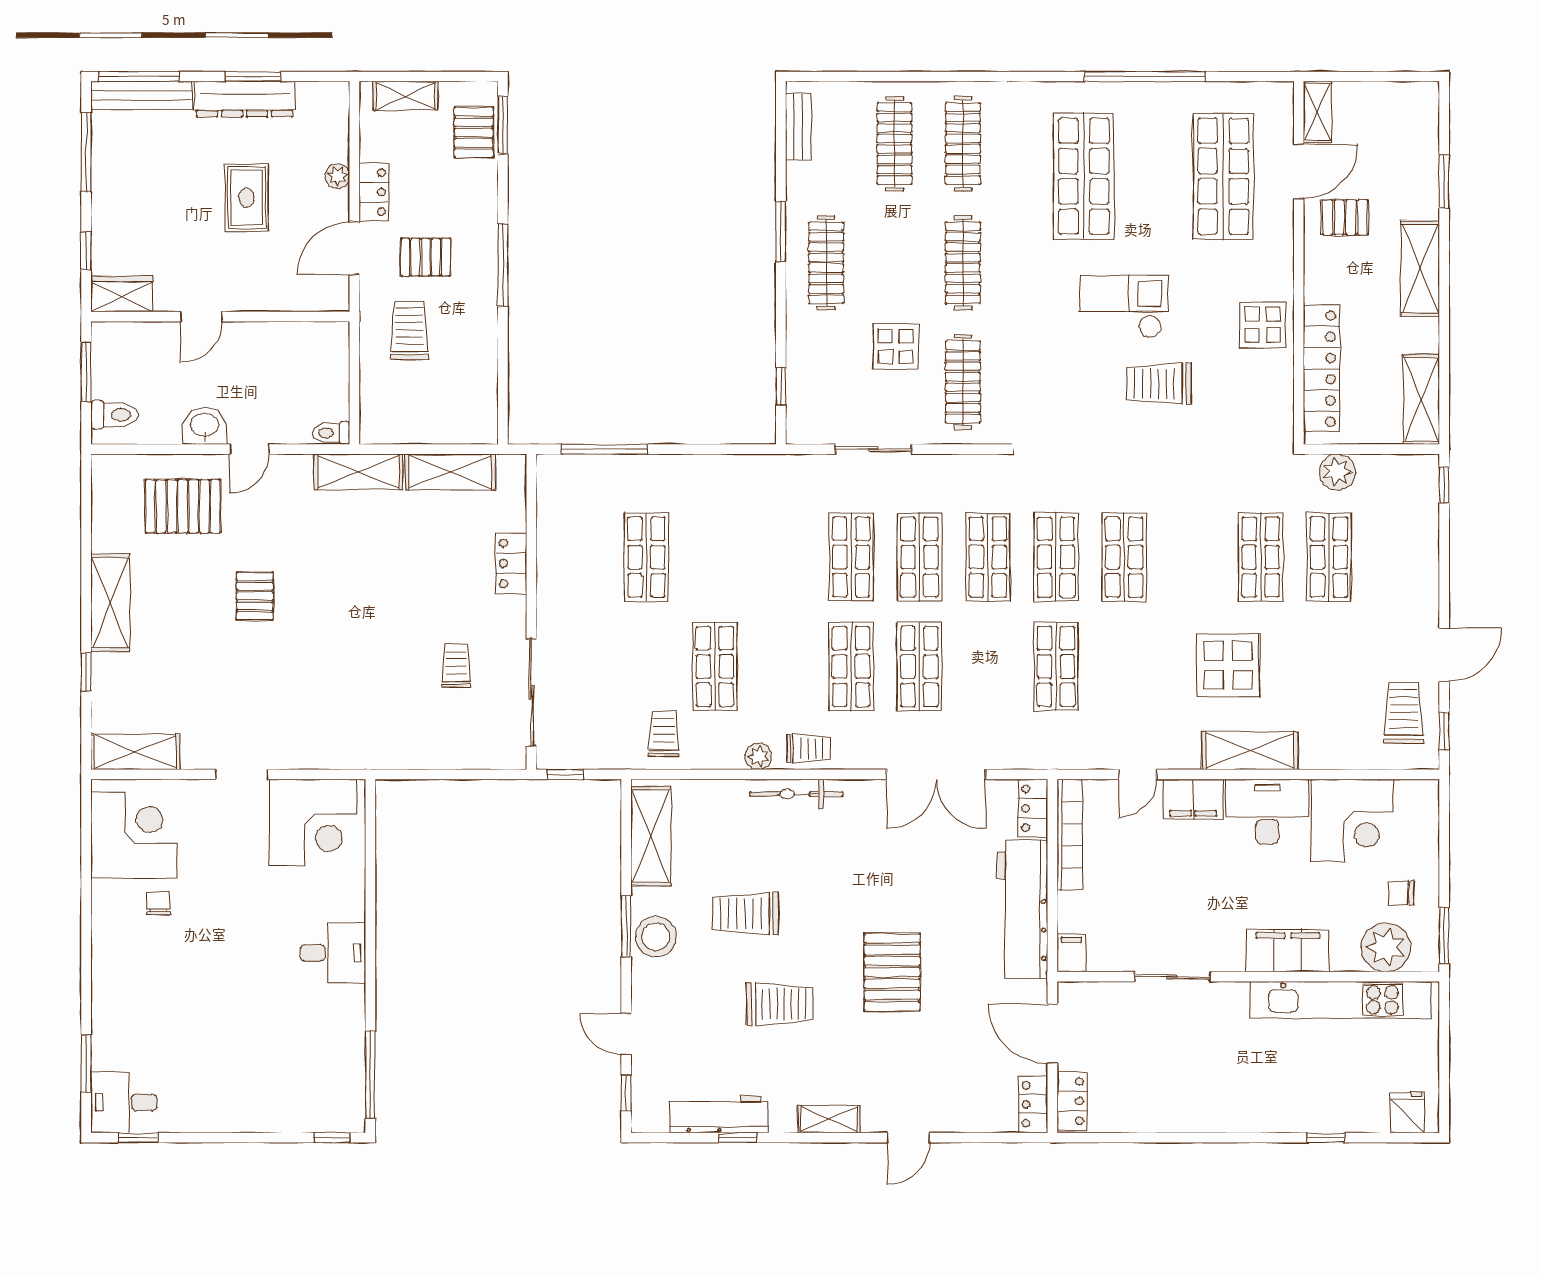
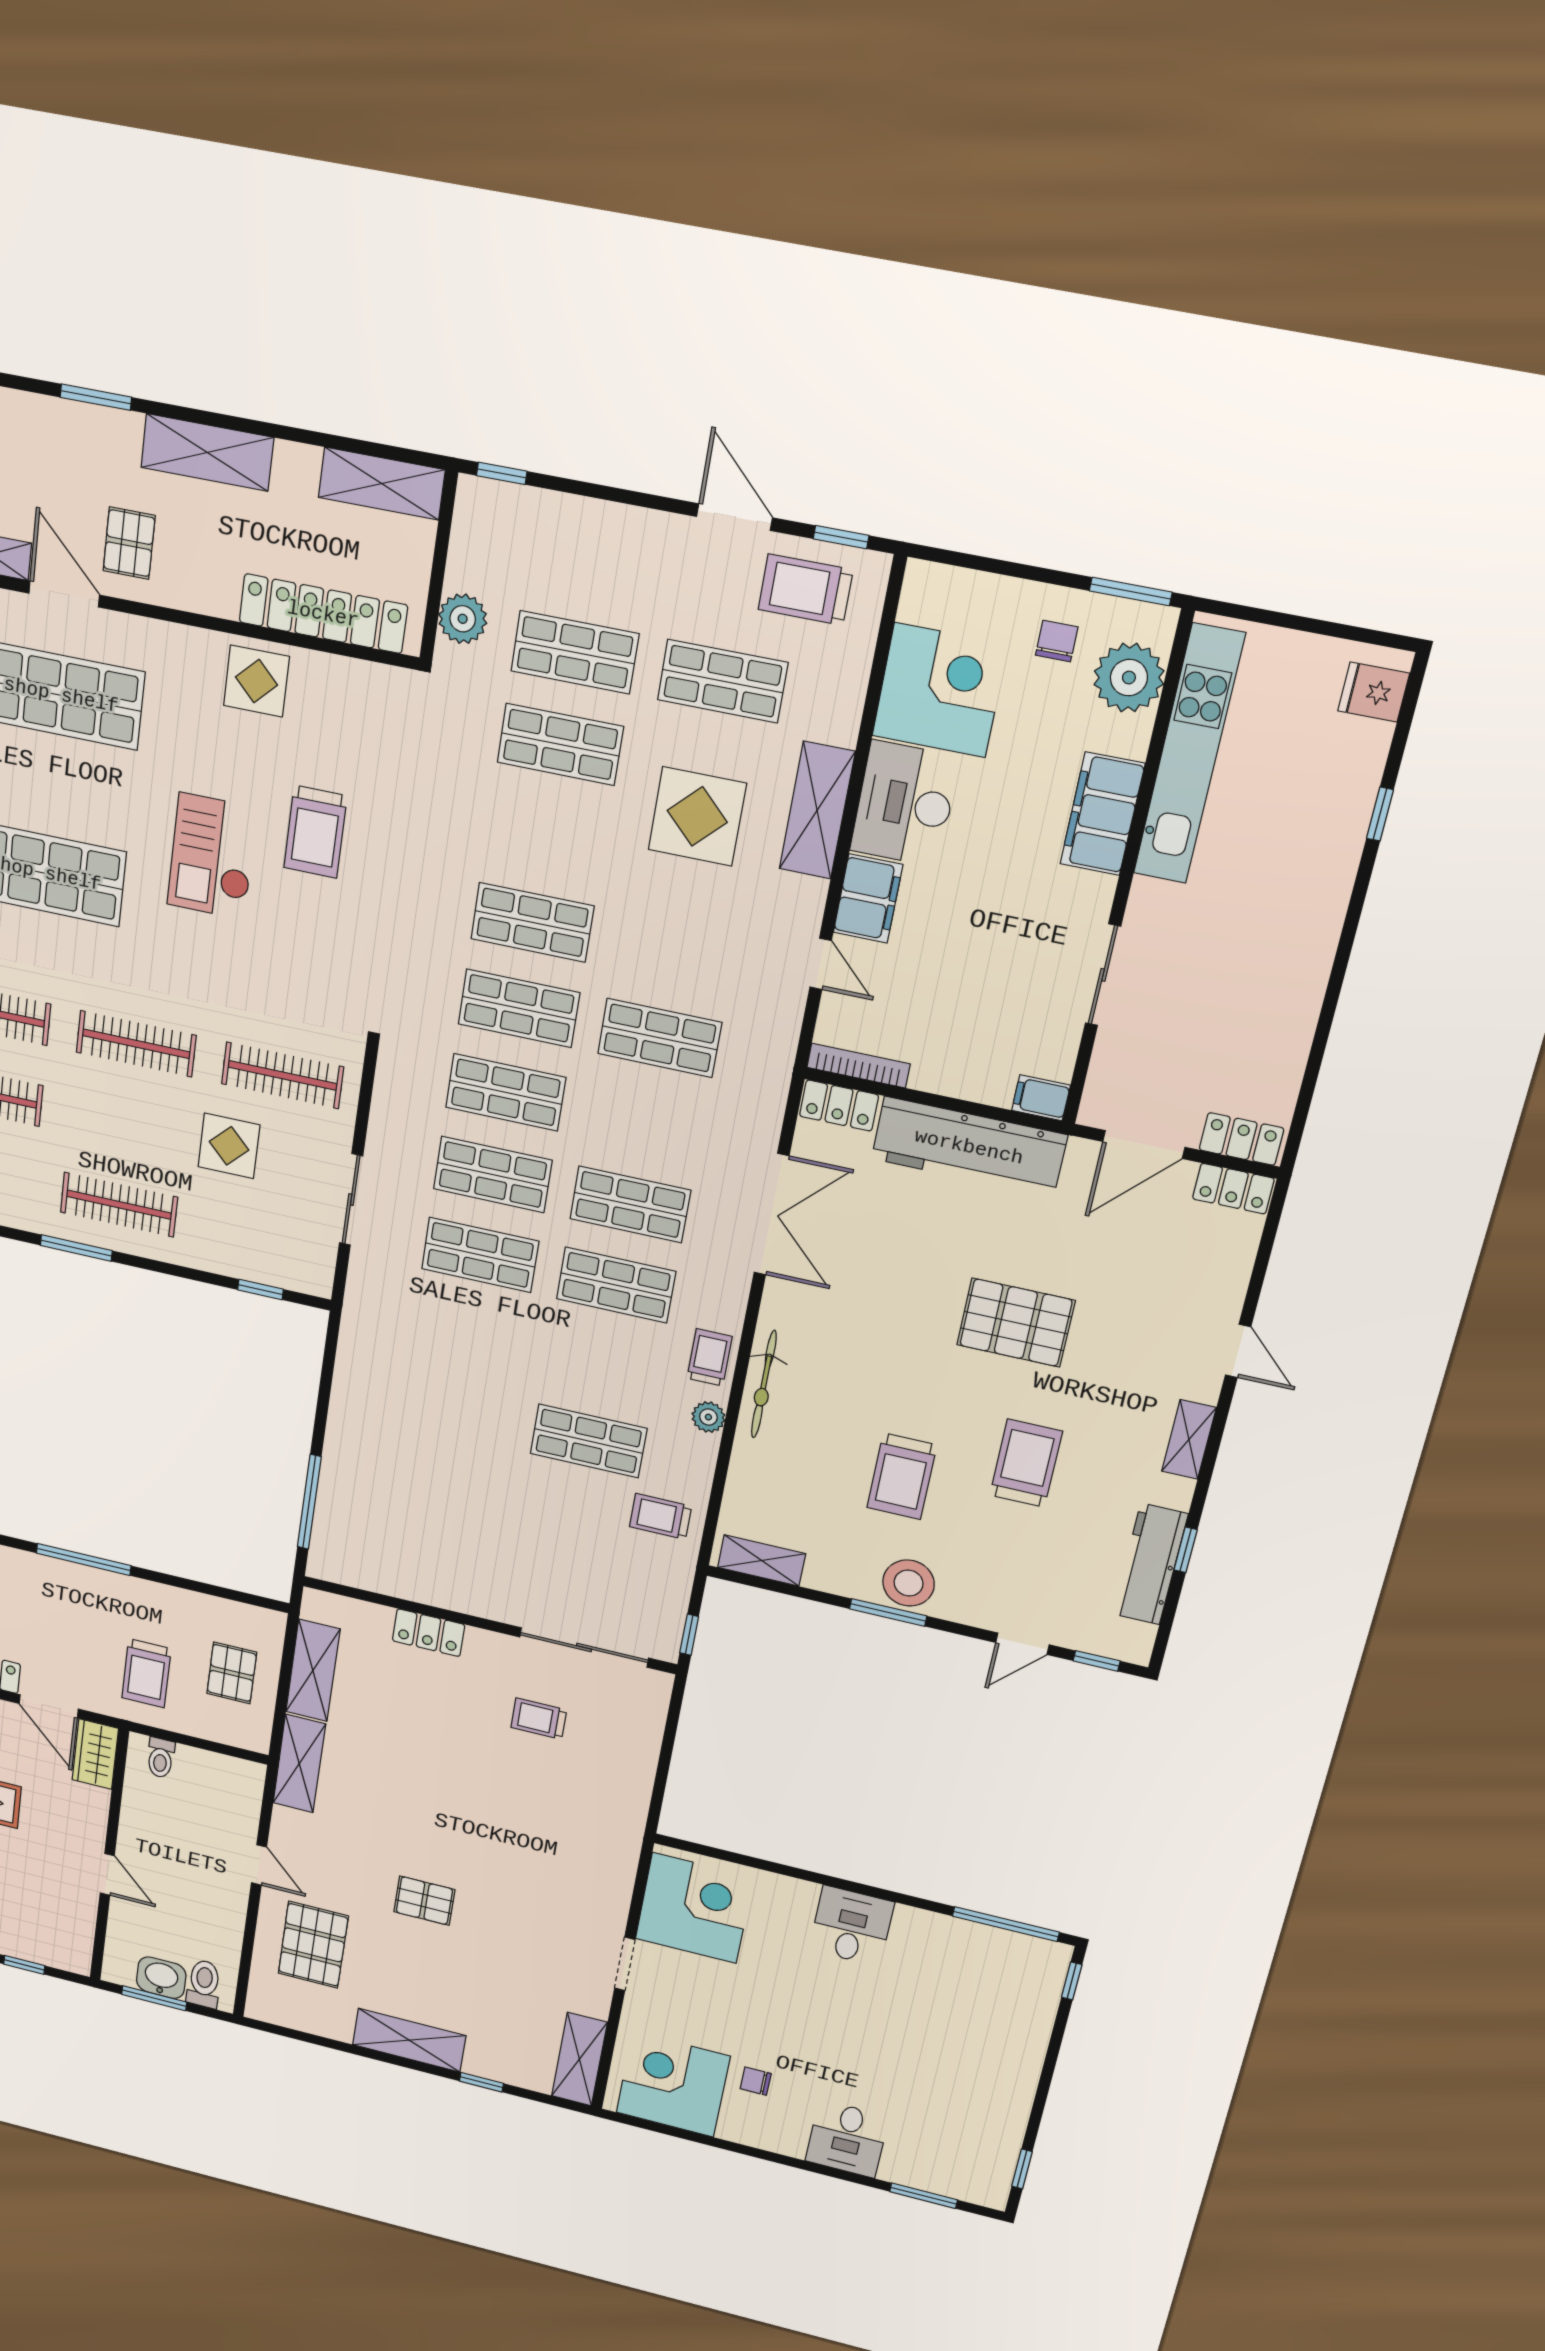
pallet: (426, 257) -> (232, 1673), moved
wardrobe: (122, 294) -> (95, 1754), moved
trolley: (410, 330) -> (146, 1673), turned -90
washbasin: (205, 426) -> (161, 1978), moved, turned 90
toilet: (331, 433) -> (161, 1758), moved
shop shelf: (646, 557) -> (723, 681), moved
bookcase: (1070, 835) -> (858, 1066), width x0.68, depth x0.76
shelving: (651, 836) -> (762, 1560), width x0.67, depth x0.75
chair: (1401, 893) -> (1057, 641), turned 180
desk: (124, 1102) -> (847, 2139), moved

